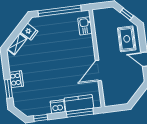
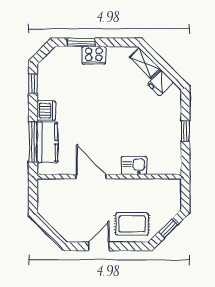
window: (60, 11) -> (185, 131), width x0.32
kitchen sink: (85, 26) -> (134, 166), moved

